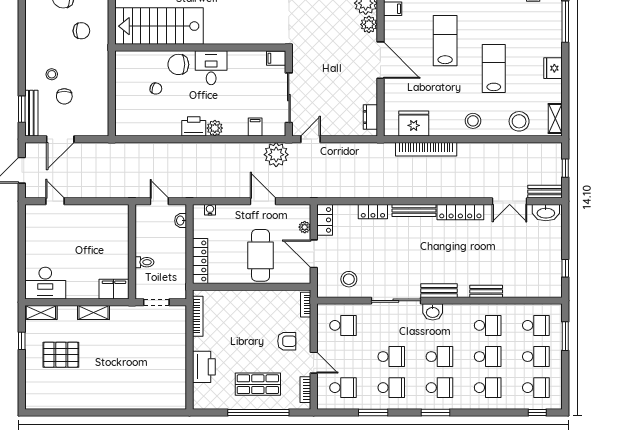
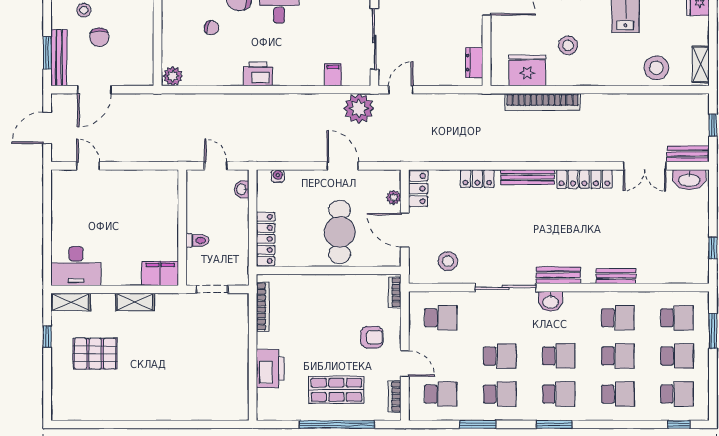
stool: (473, 121) -> (568, 45), moved
plant: (215, 128) -> (173, 76), moved

